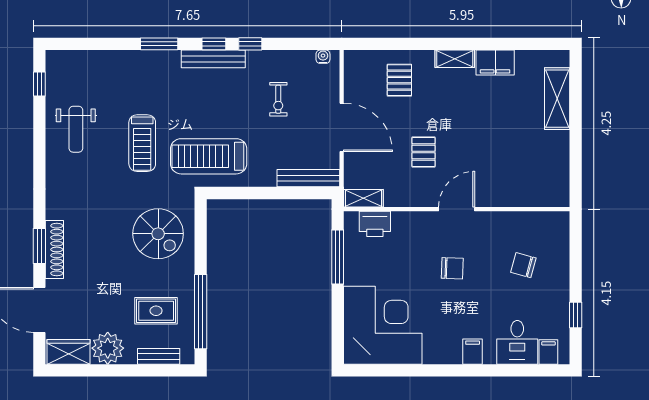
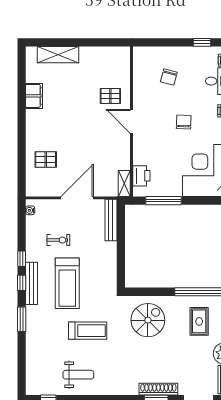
shelving: (455, 59) -> (31, 123), removed
pallet: (423, 152) -> (110, 96), moved
treadmill: (209, 156) -> (67, 283), moved
chair: (452, 268) -> (184, 122), moved

